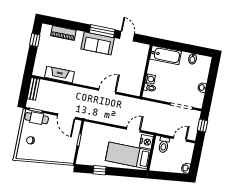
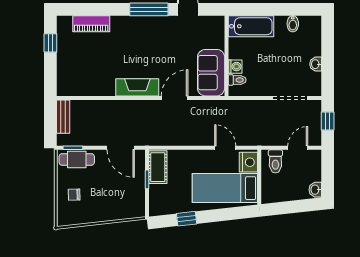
sofa: (98, 43) -> (211, 73), moved, turned 90
fireplace: (60, 75) -> (137, 87), moved
door: (133, 130) -> (225, 148), hinge flipped
cot: (88, 133) -> (158, 167), added

